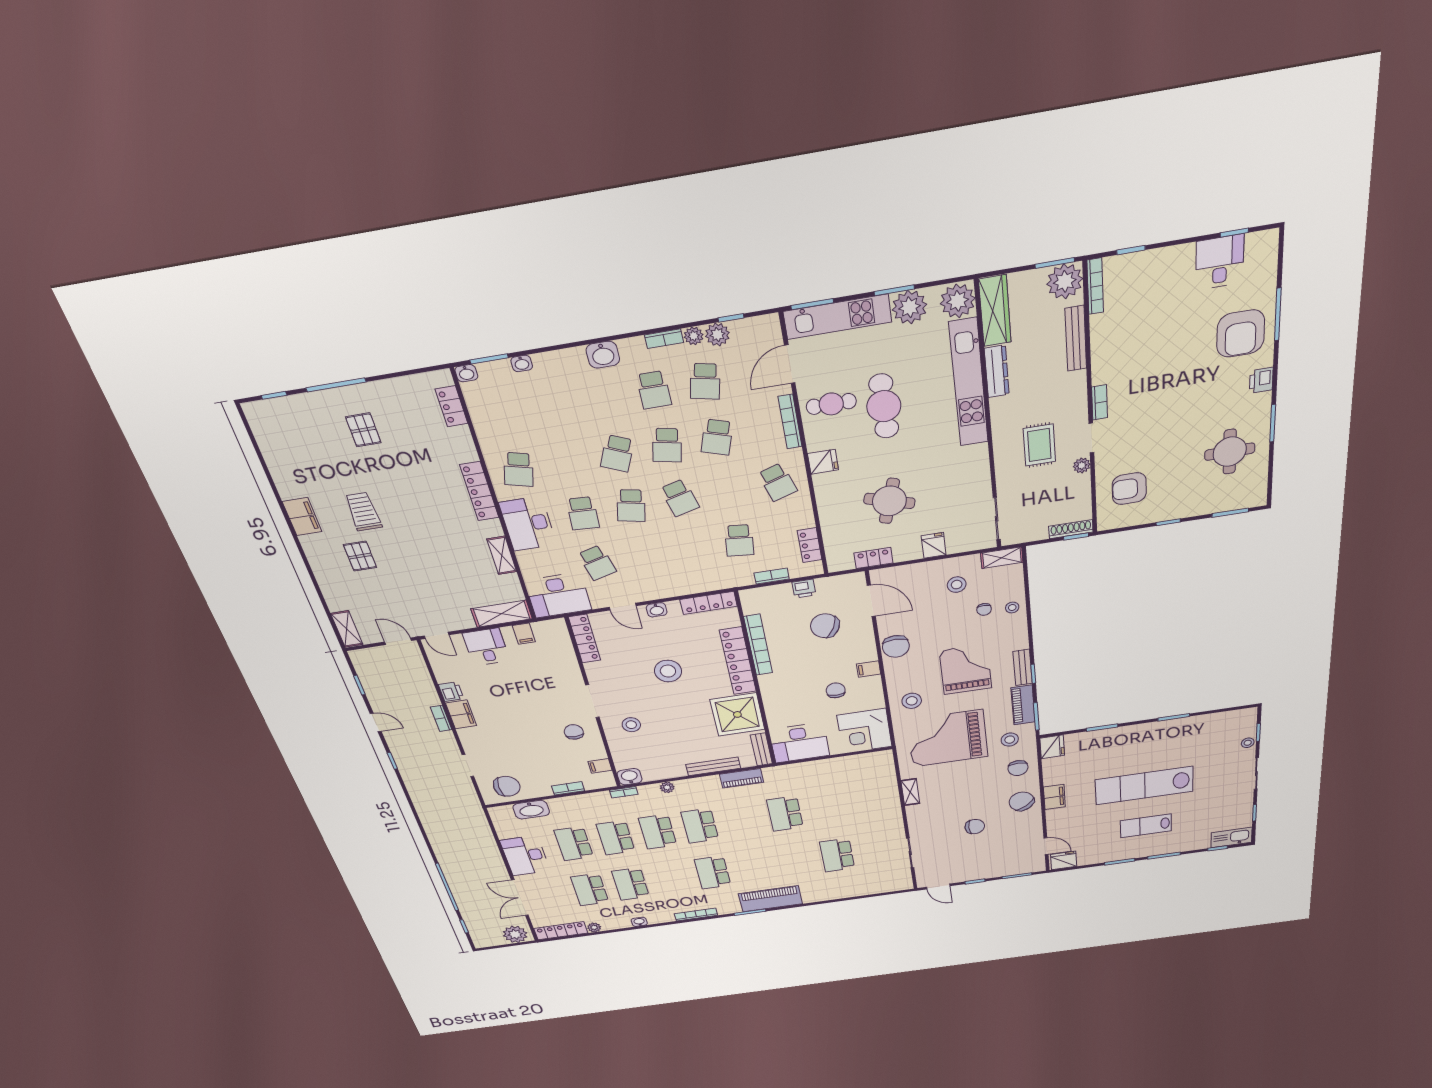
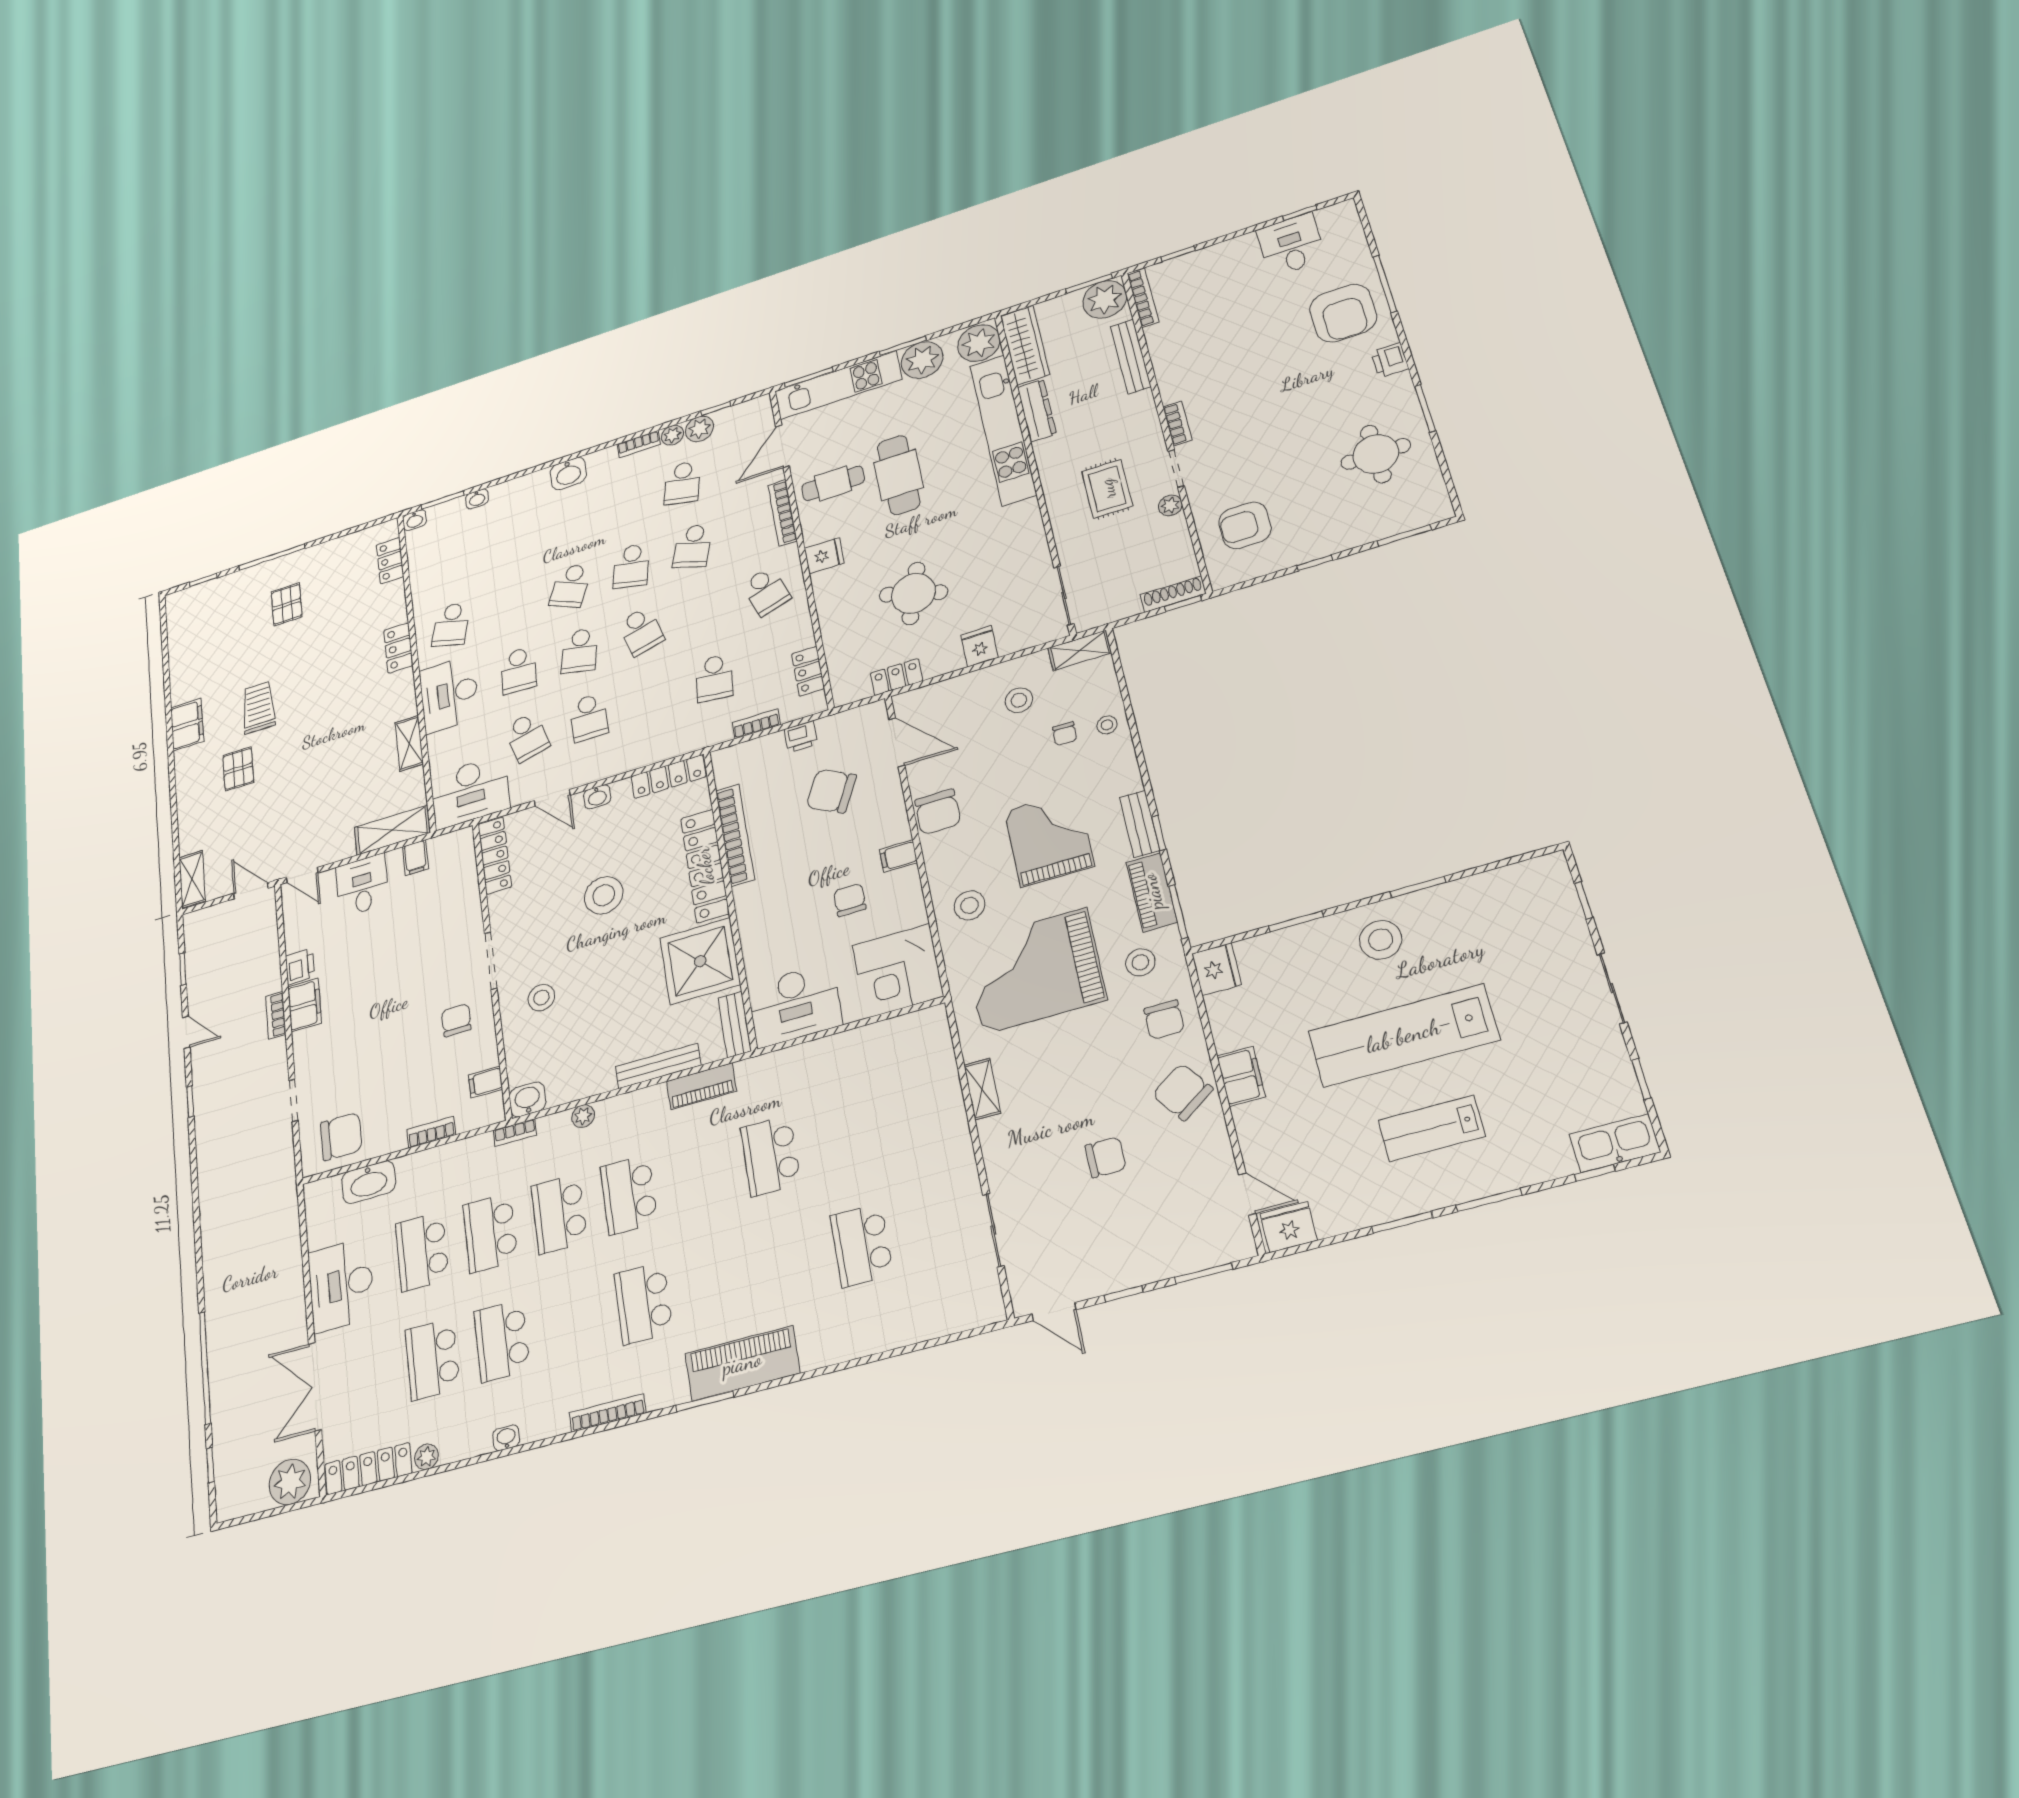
school desk: (654, 390) -> (589, 717), moved
locker: (479, 491) -> (398, 648), width x0.66
stool: (1248, 743) -> (1381, 940), moved, width x1.89, depth x1.89

